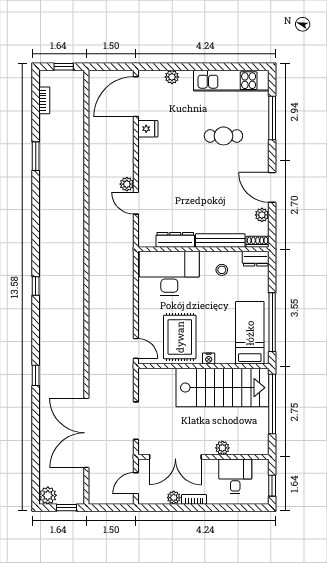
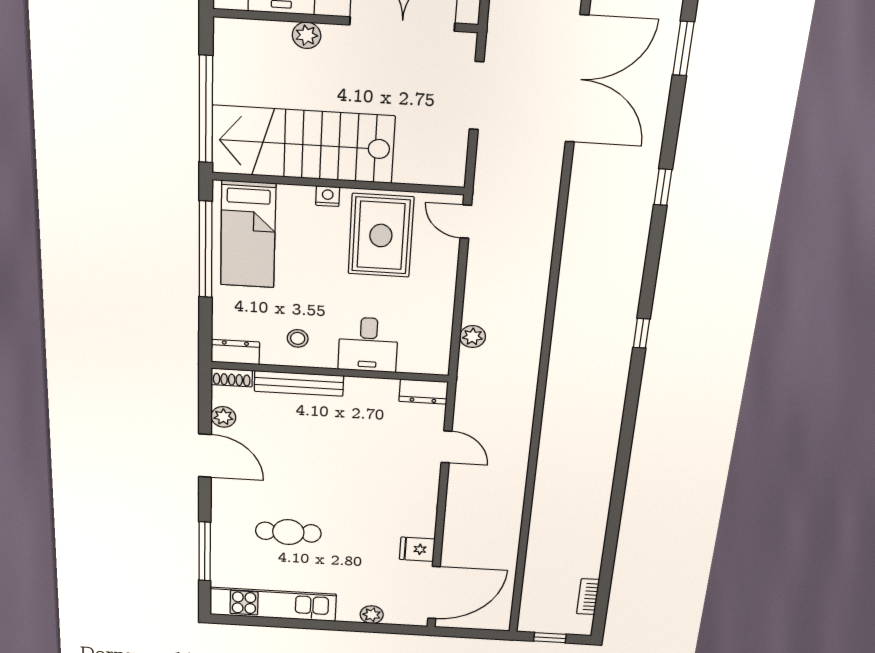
window: (36, 156) -> (683, 48), moved
plant: (127, 184) -> (473, 337), moved
dresser: (175, 240) -> (424, 392), moved, width x0.70
desk: (169, 274) -> (368, 345), width x0.53, depth x0.77

